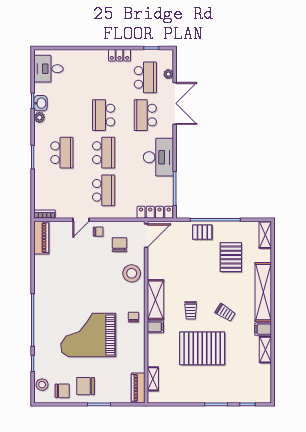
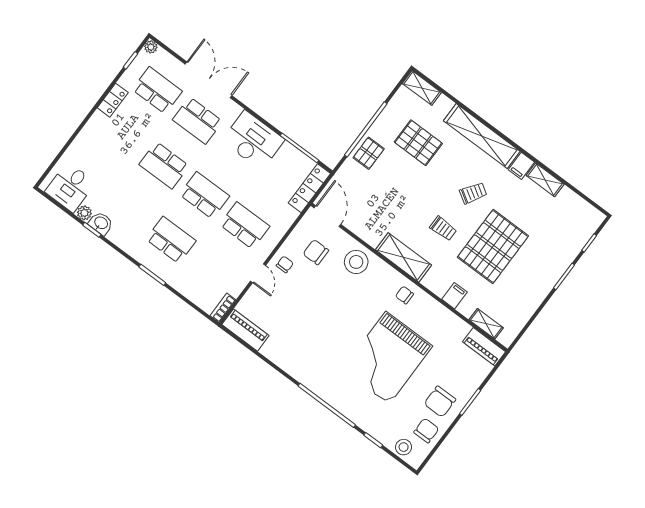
plant: (168, 74) -> (151, 47), moved
plant: (39, 117) -> (84, 213), moved
filing cabinet: (155, 327) -> (454, 296), moved

